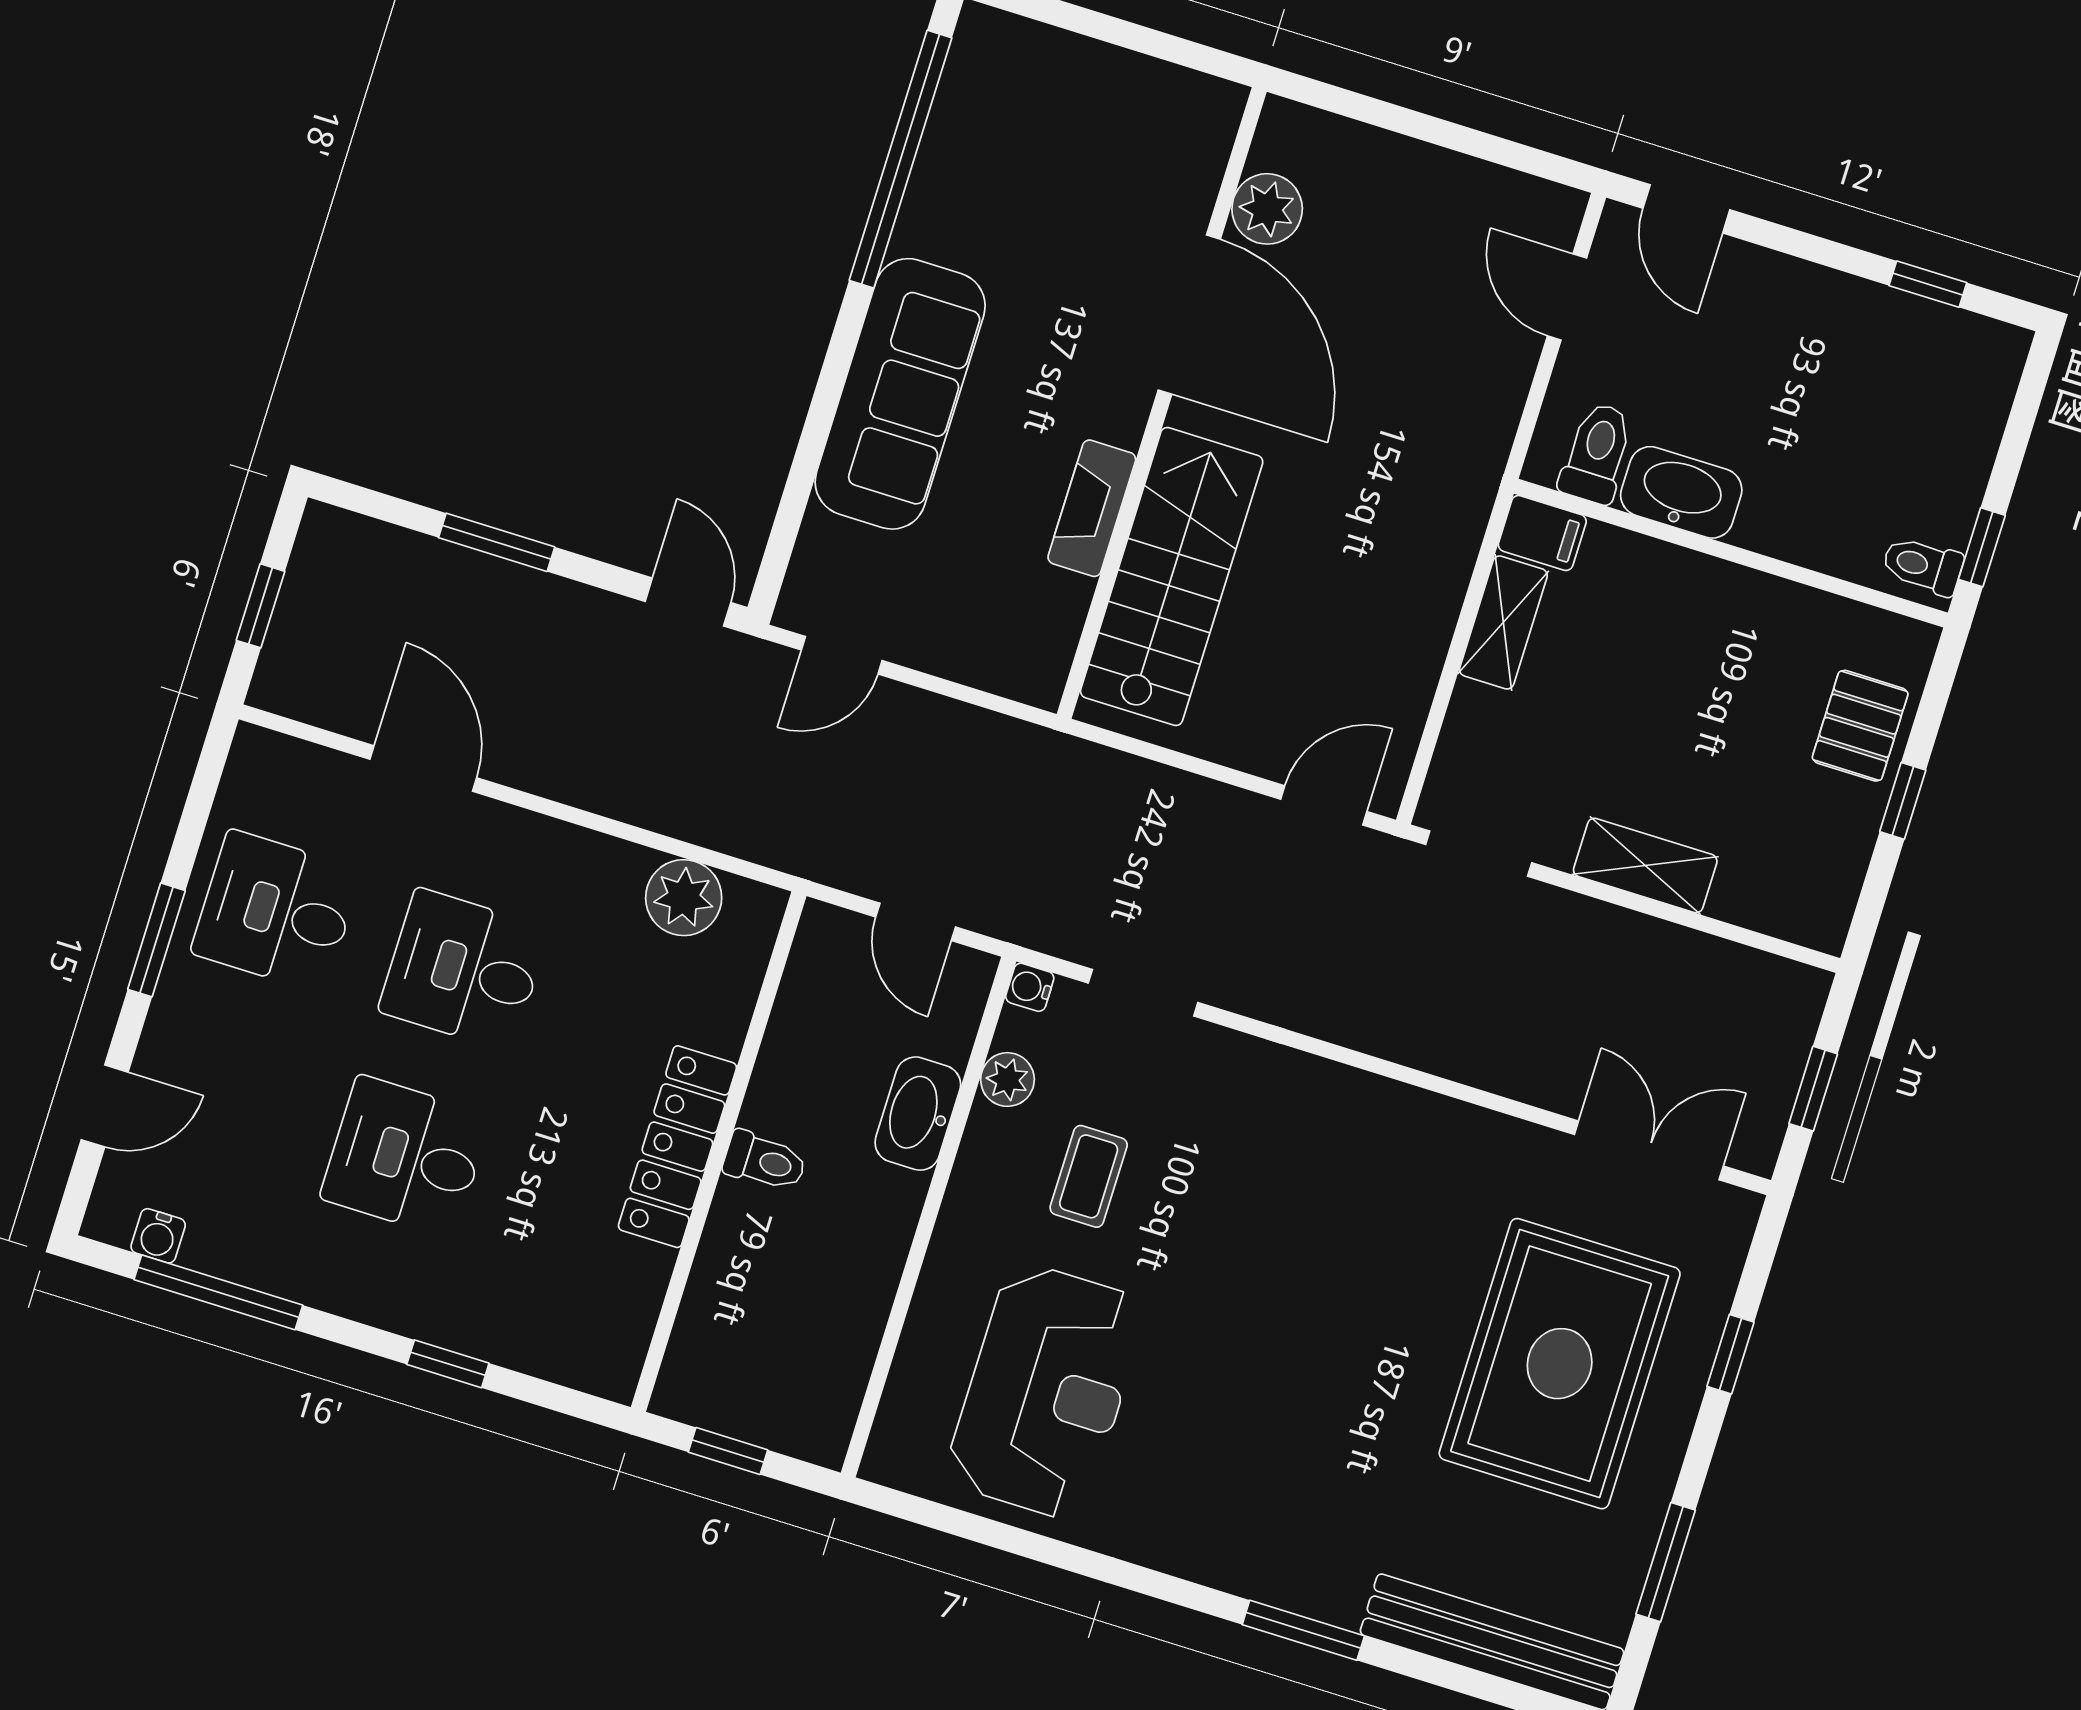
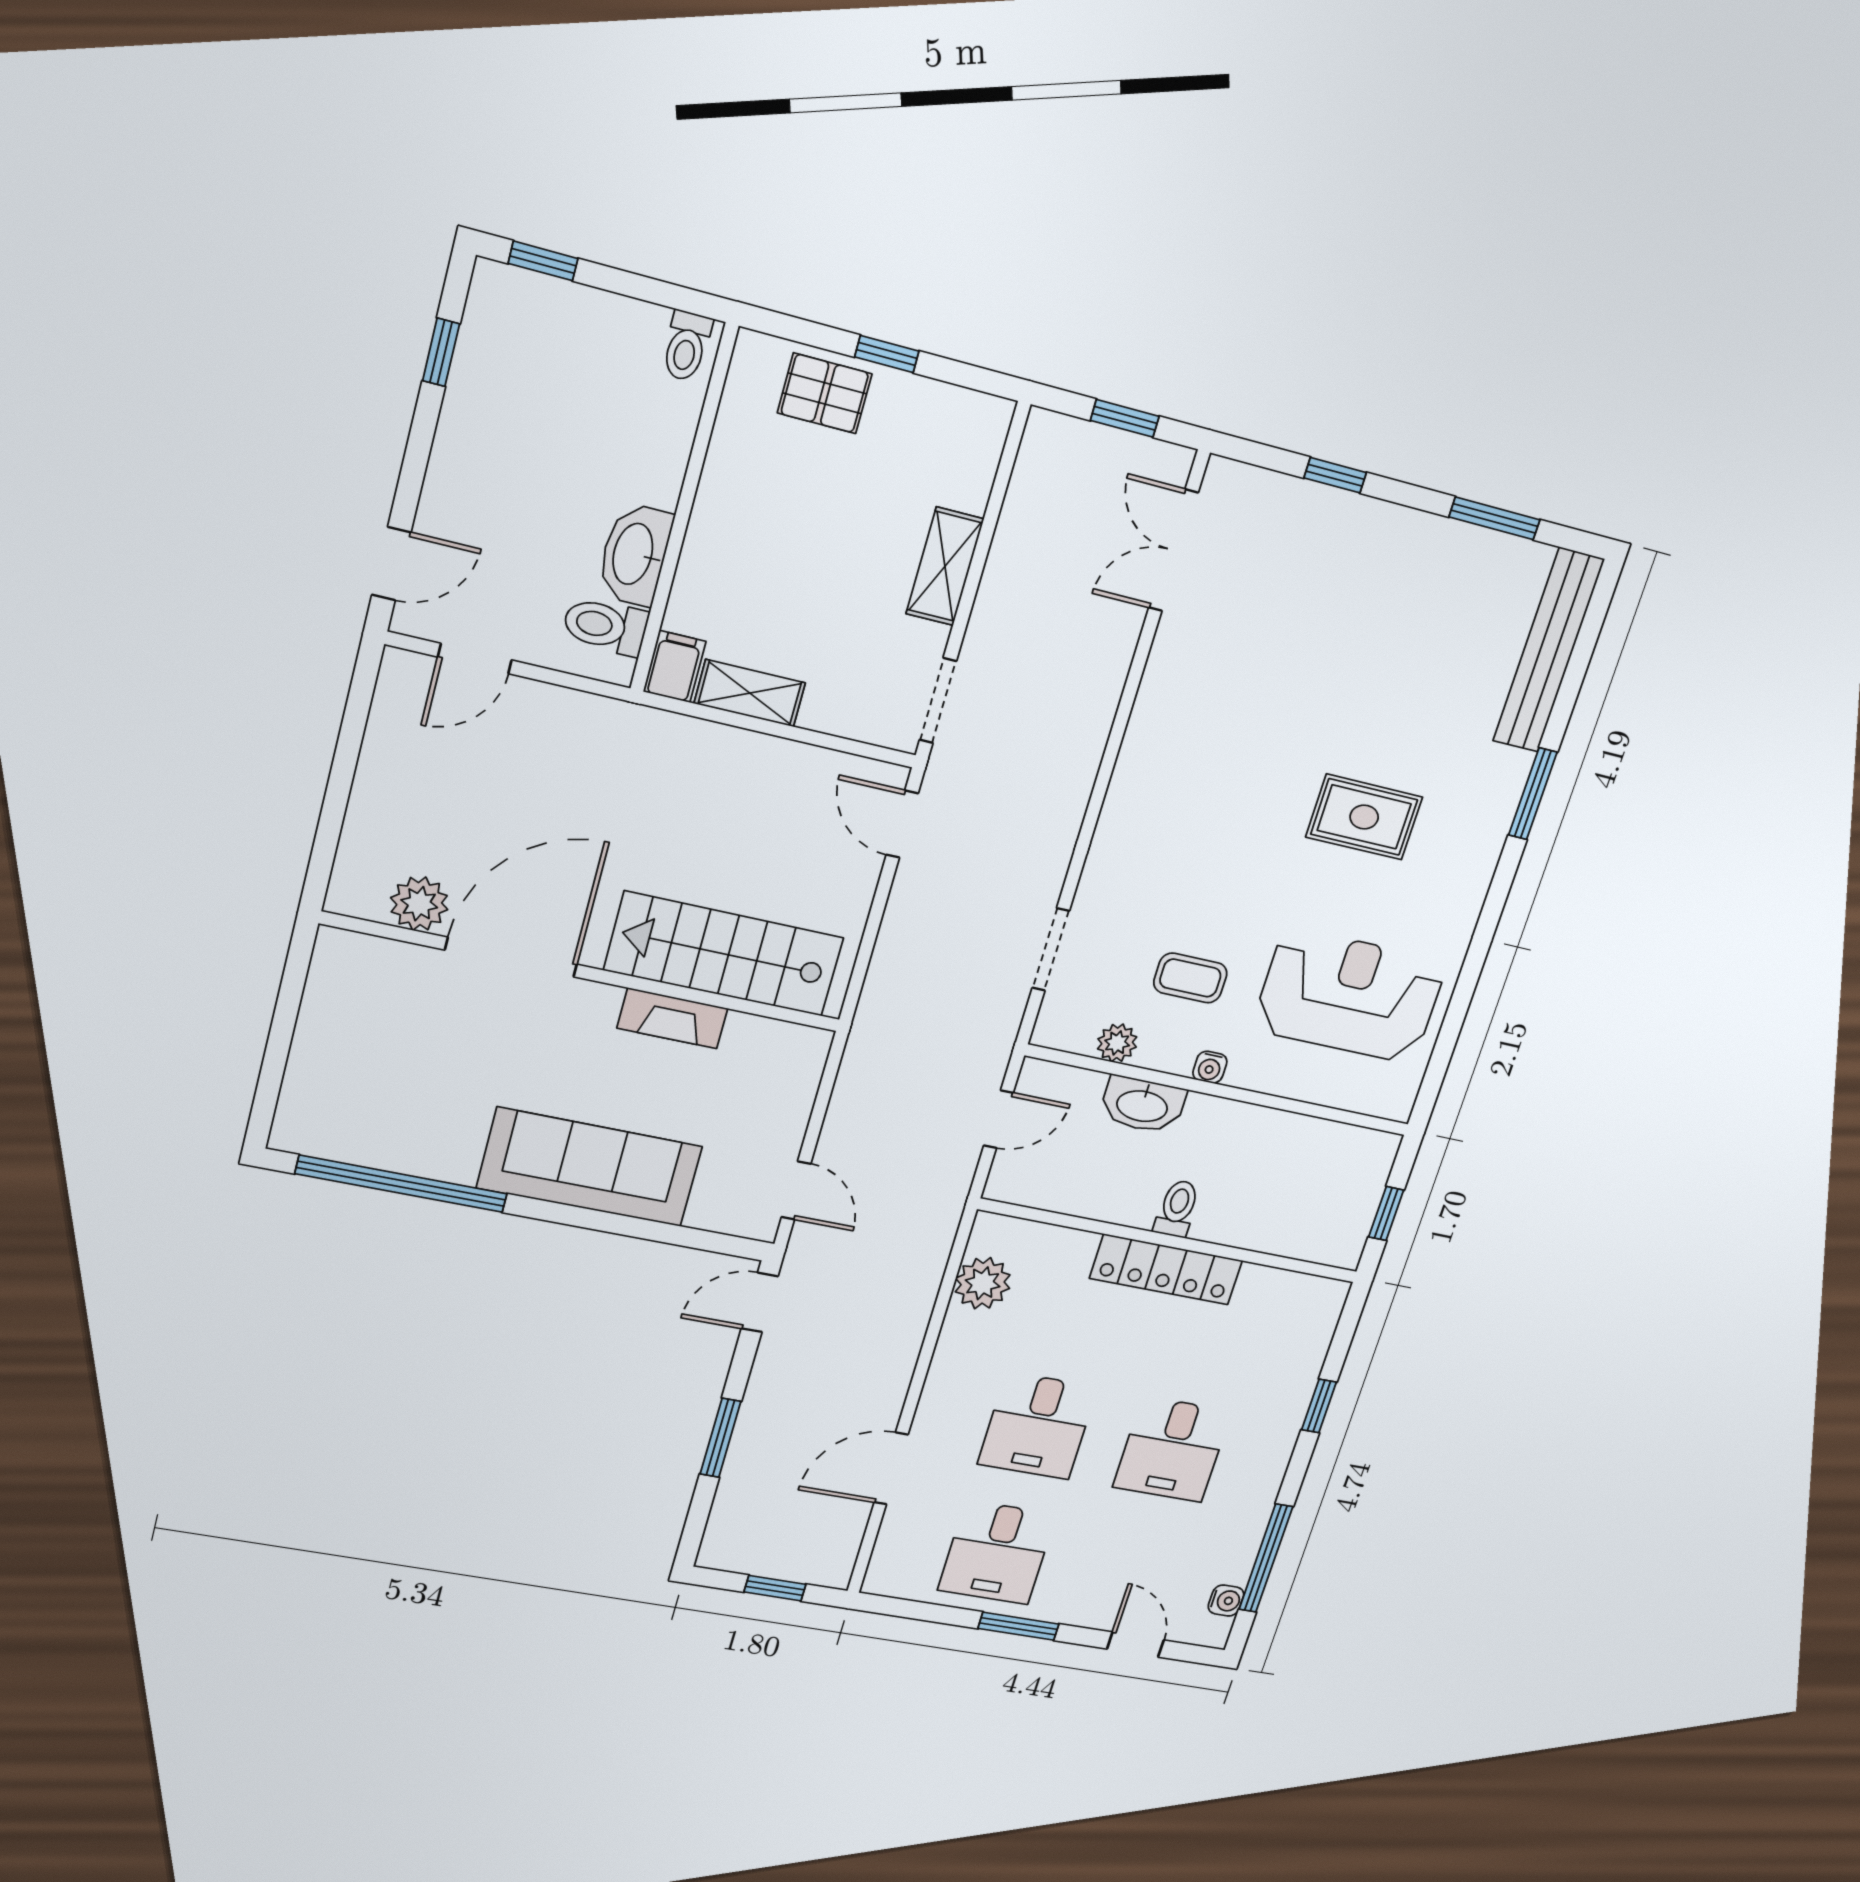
window: (1982, 547) -> (543, 261), moved
water cooler: (1030, 987) -> (1210, 1067), moved
rug: (1560, 1364) -> (1364, 817), moved, width x0.54, depth x0.49

